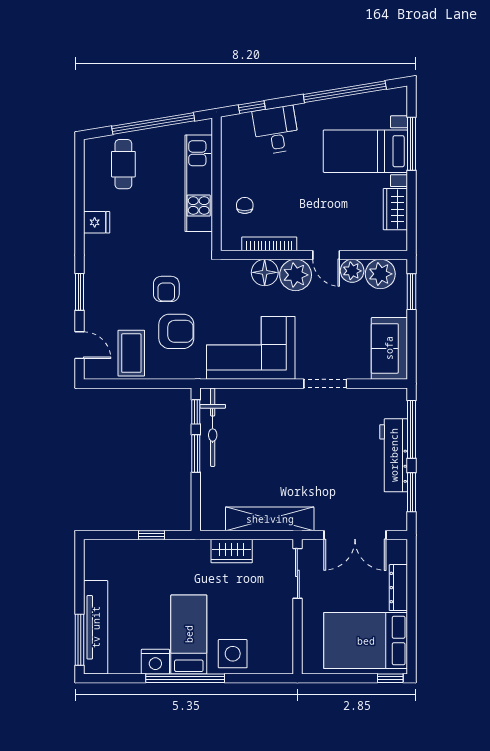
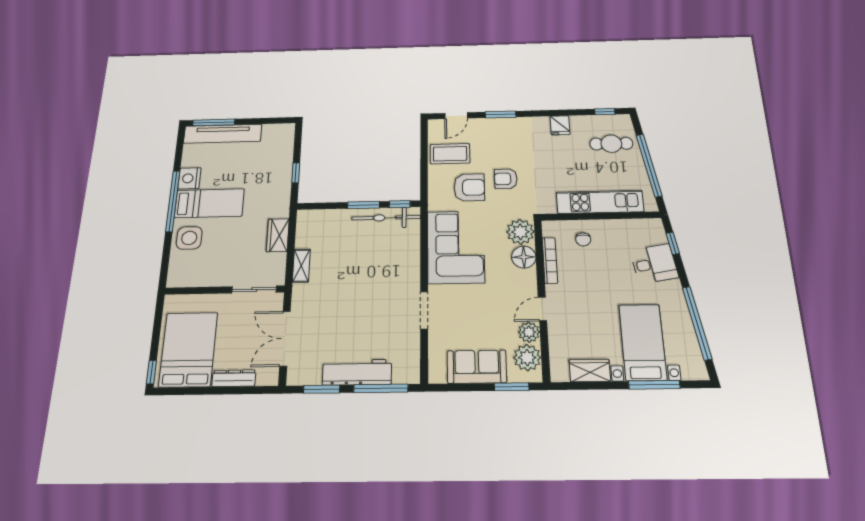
window: (80, 168) -> (605, 112), added
chair: (245, 205) -> (583, 239), turned 90
plant: (296, 275) -> (520, 232), moved
armchair: (176, 331) -> (469, 187), turned -90
sofa: (389, 348) -> (477, 367), moved
shelving: (270, 519) -> (301, 266), width x0.45, depth x0.75

